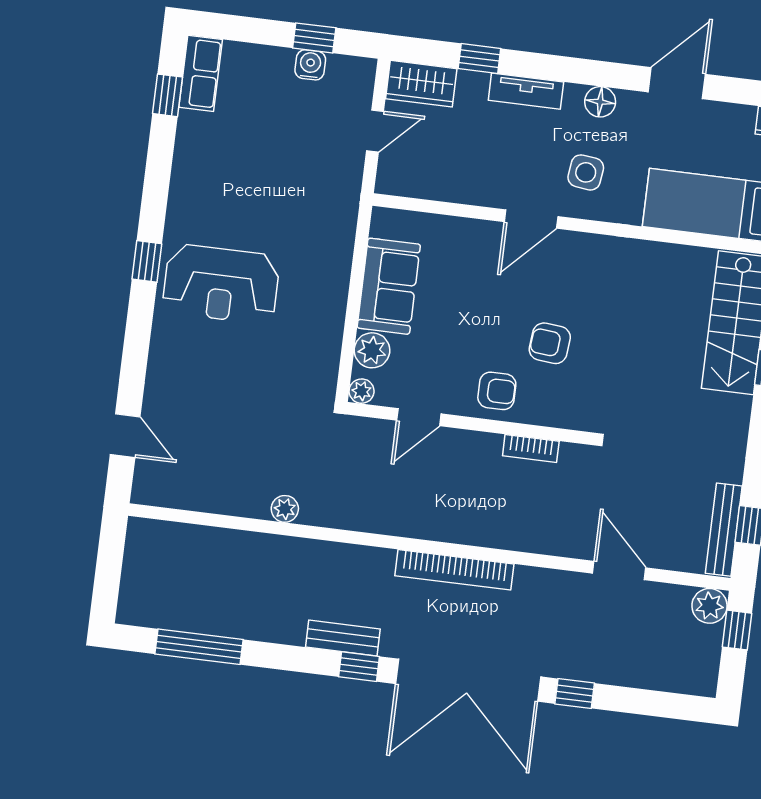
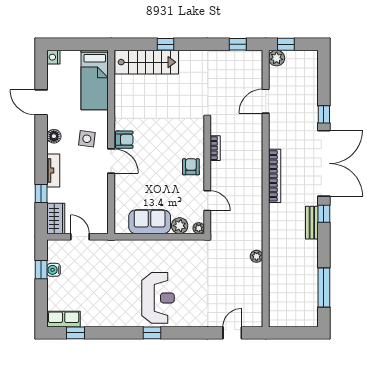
armchair: (550, 343) -> (124, 140), moved, turned -95
bench: (724, 530) -> (241, 56), removed

